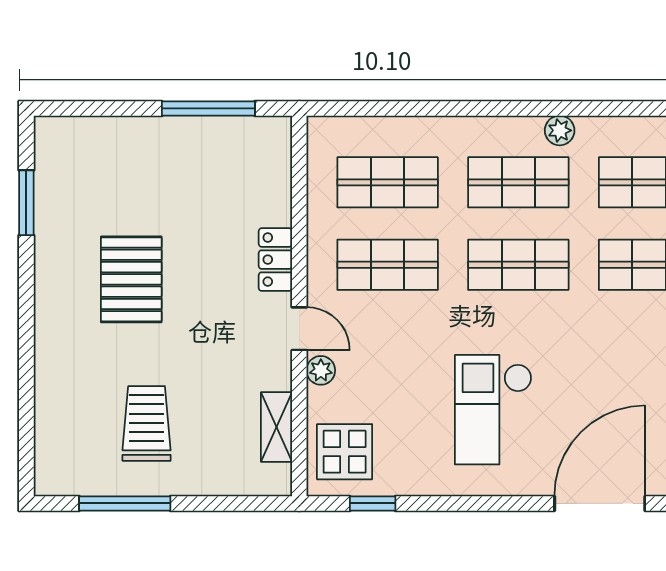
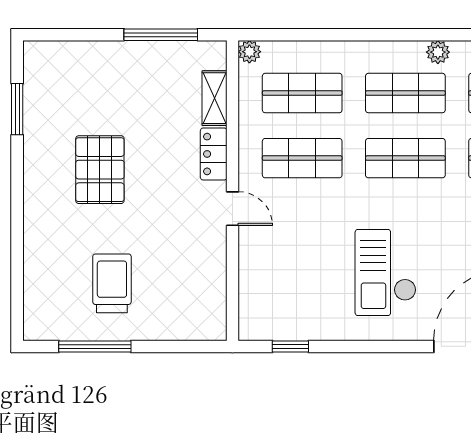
plant: (321, 370) -> (249, 52), moved
shelving: (276, 427) -> (214, 98), moved
display table: (345, 452) -> (268, 306), removed

